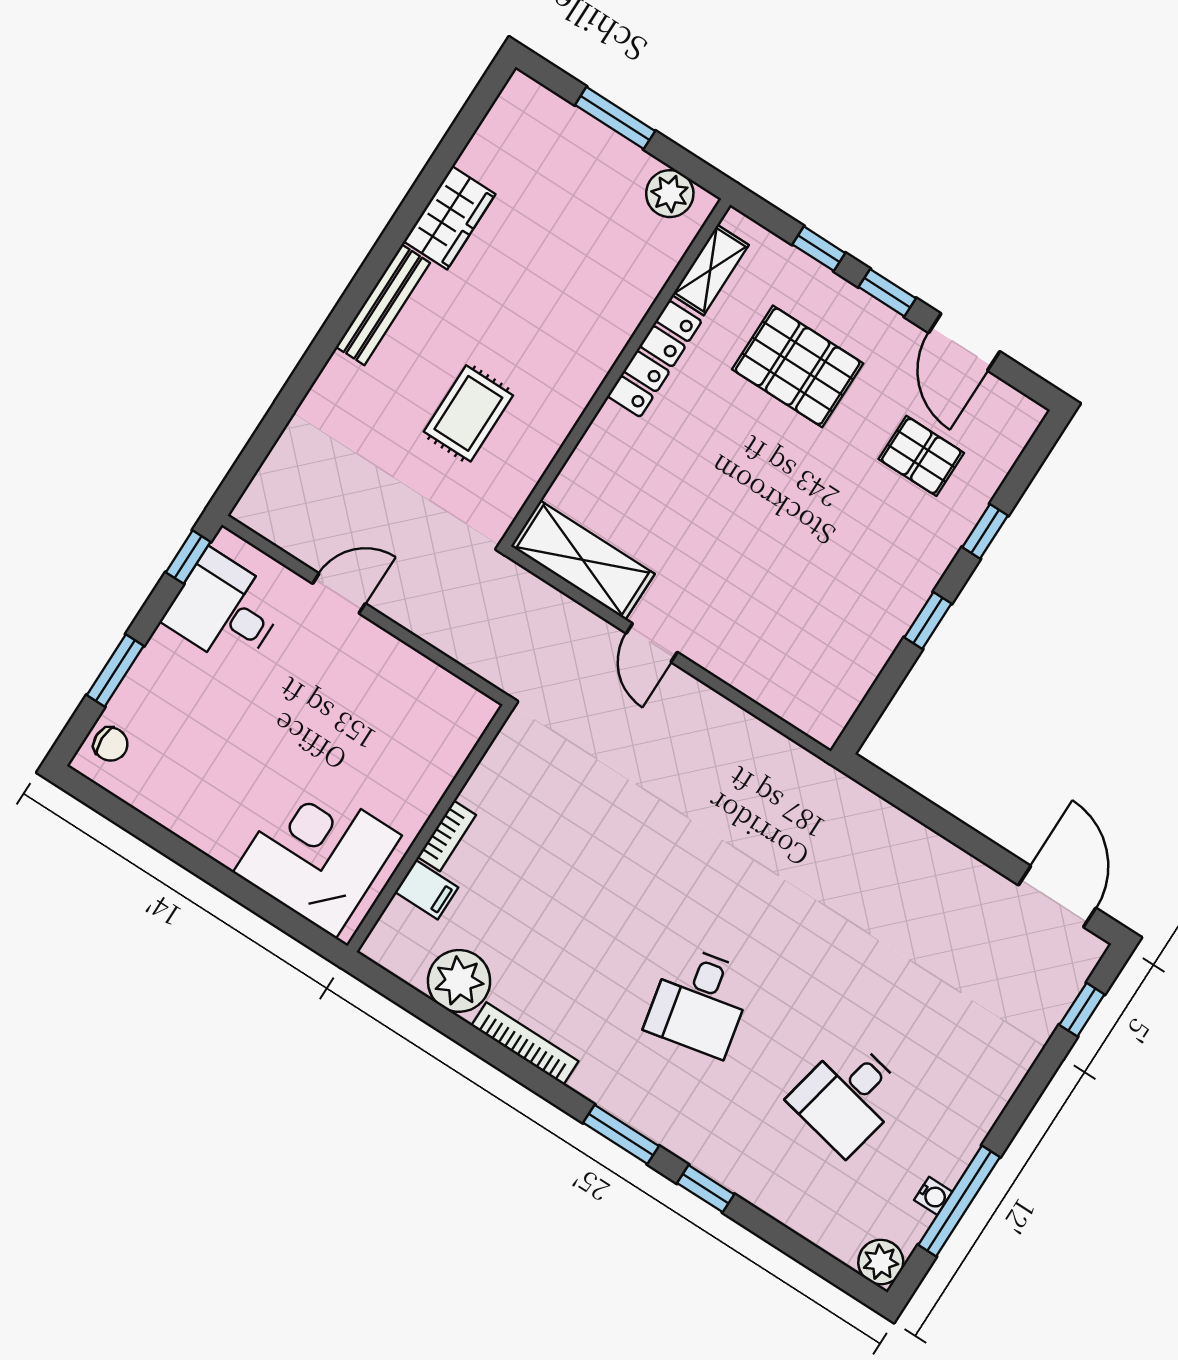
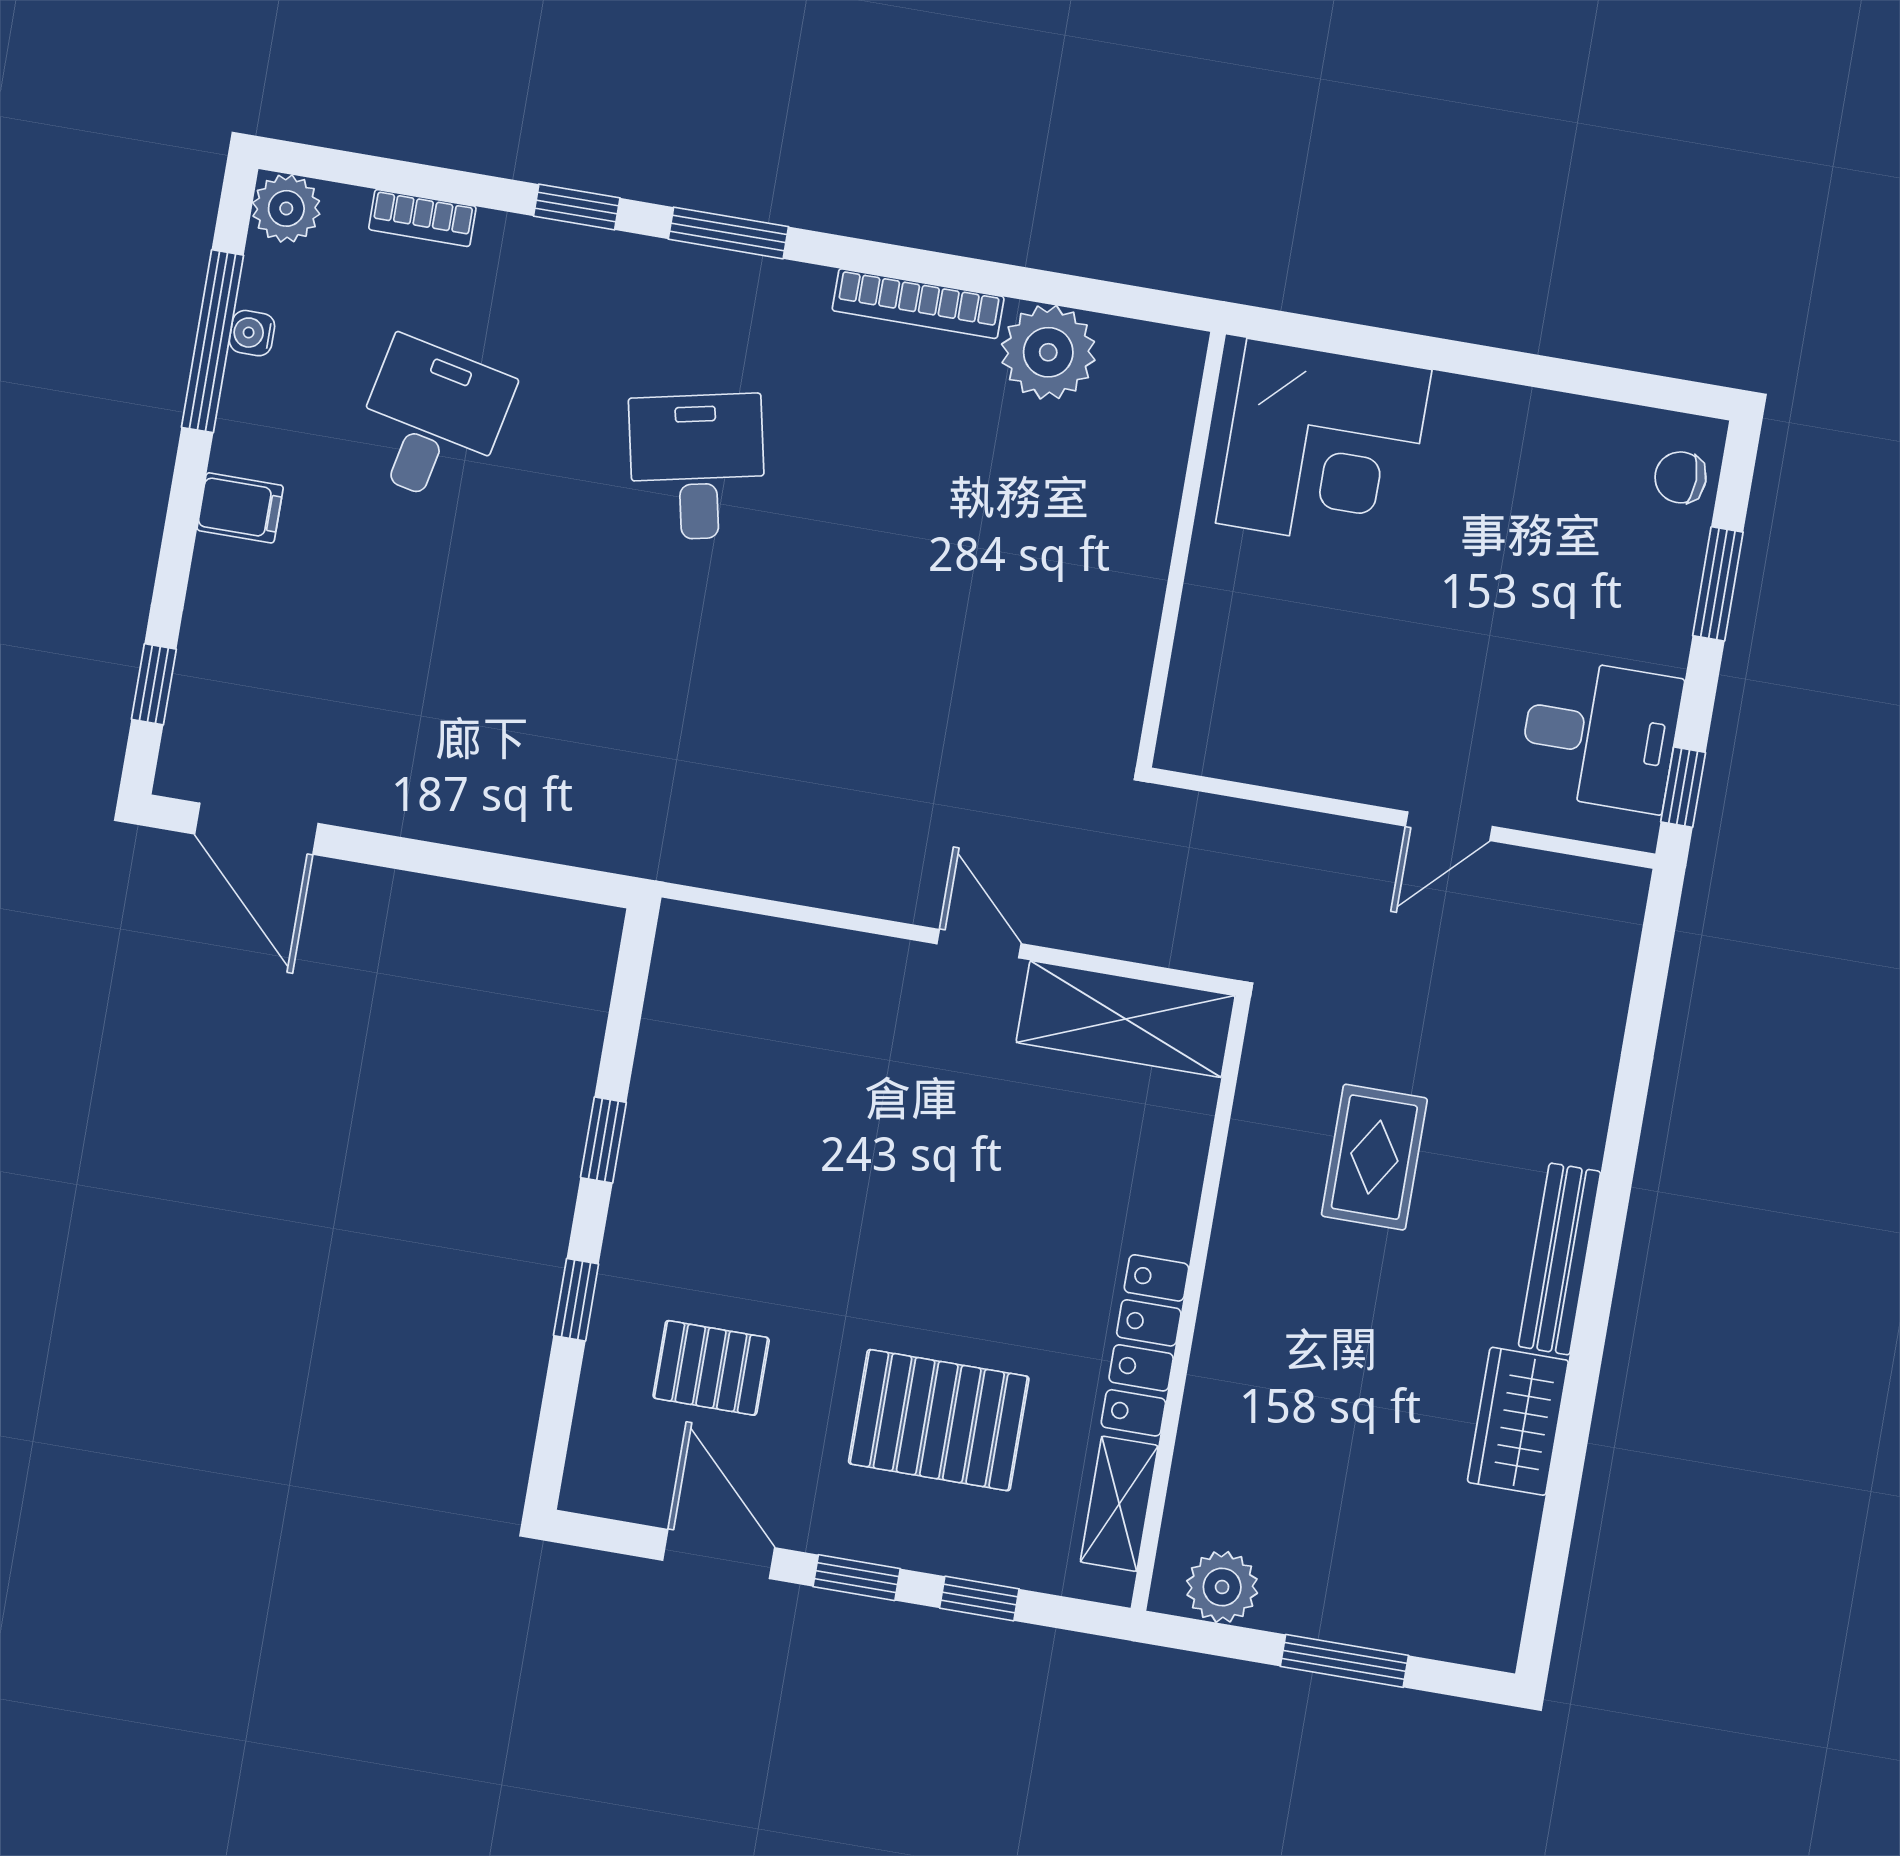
bookcase: (447, 836) -> (422, 218), moved, turned -90
filing cabinet: (427, 890) -> (240, 508), moved, turned 180

